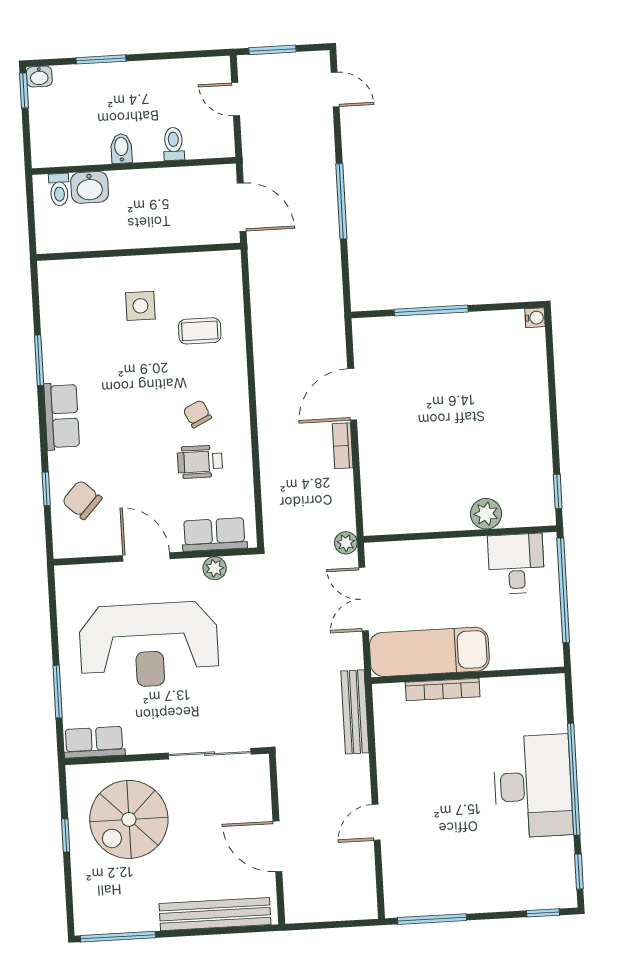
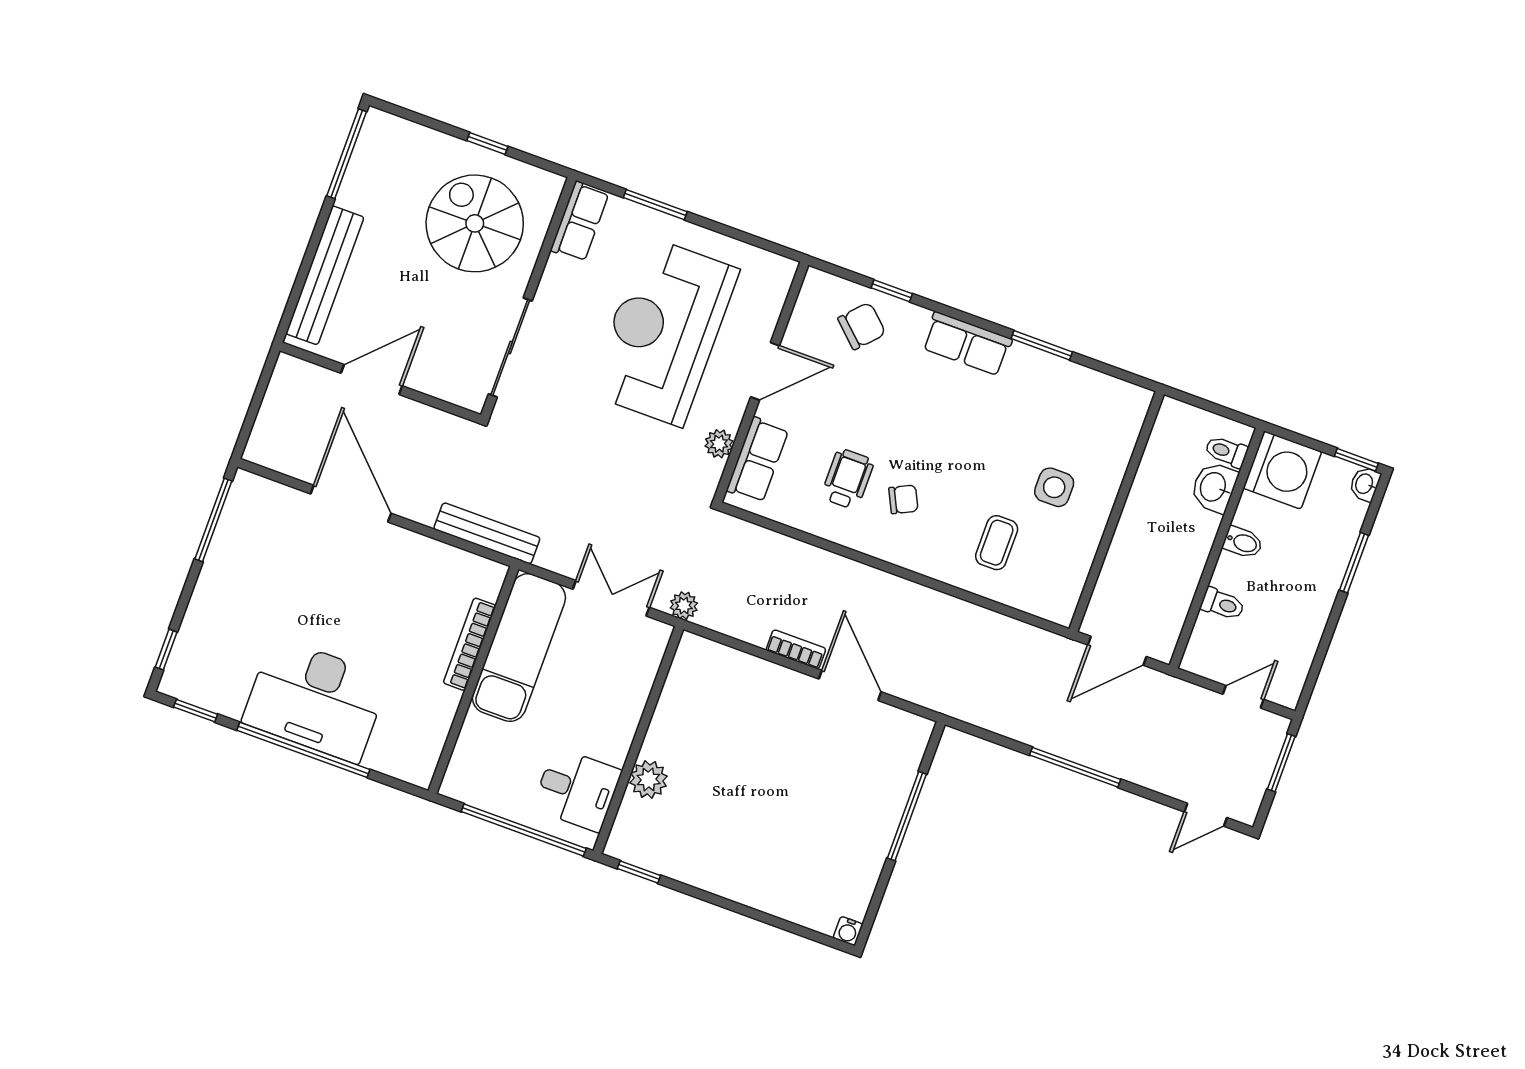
washing machine: (55, 142) -> (1282, 470), added
door: (376, 822) -> (351, 504), width x1.88

